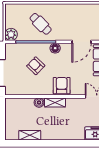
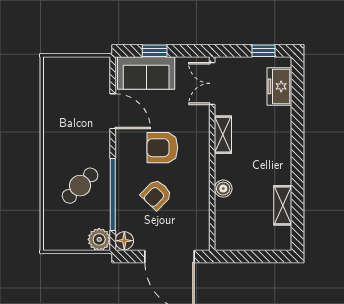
floor lamp: (55, 48) -> (124, 241), moved
armchair: (62, 86) -> (162, 148), moved
shelving: (55, 102) -> (223, 135), moved

